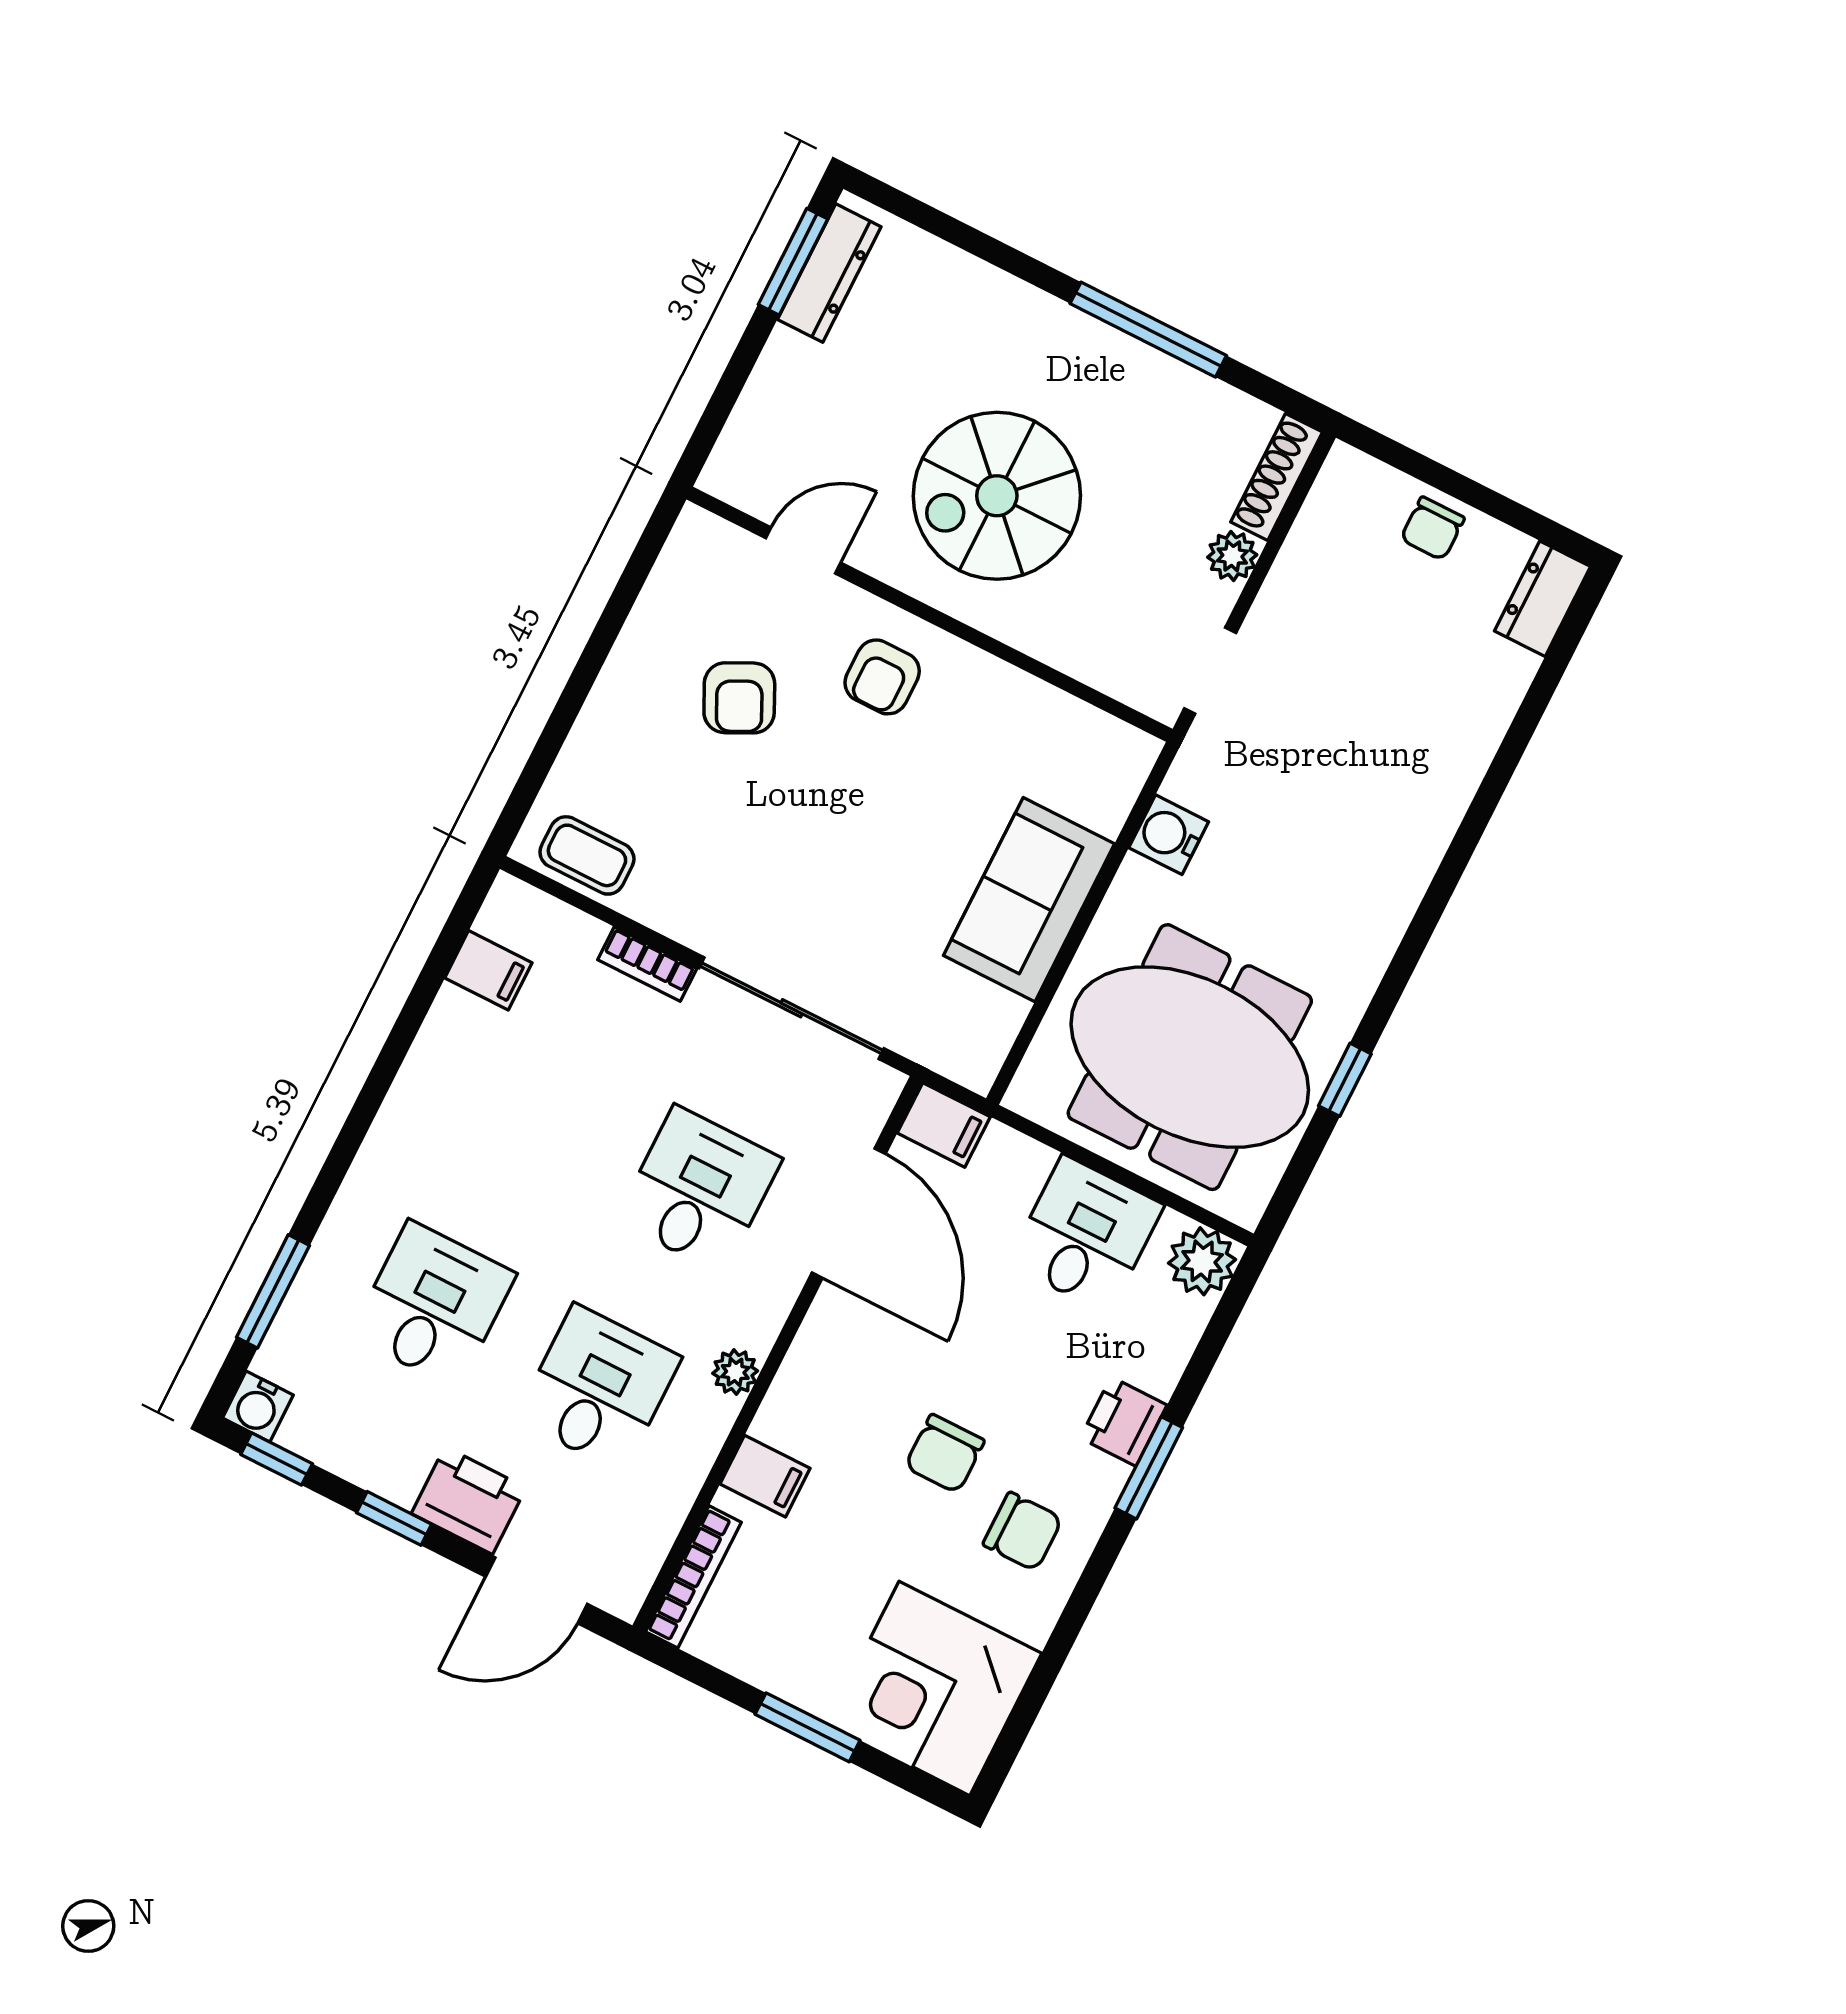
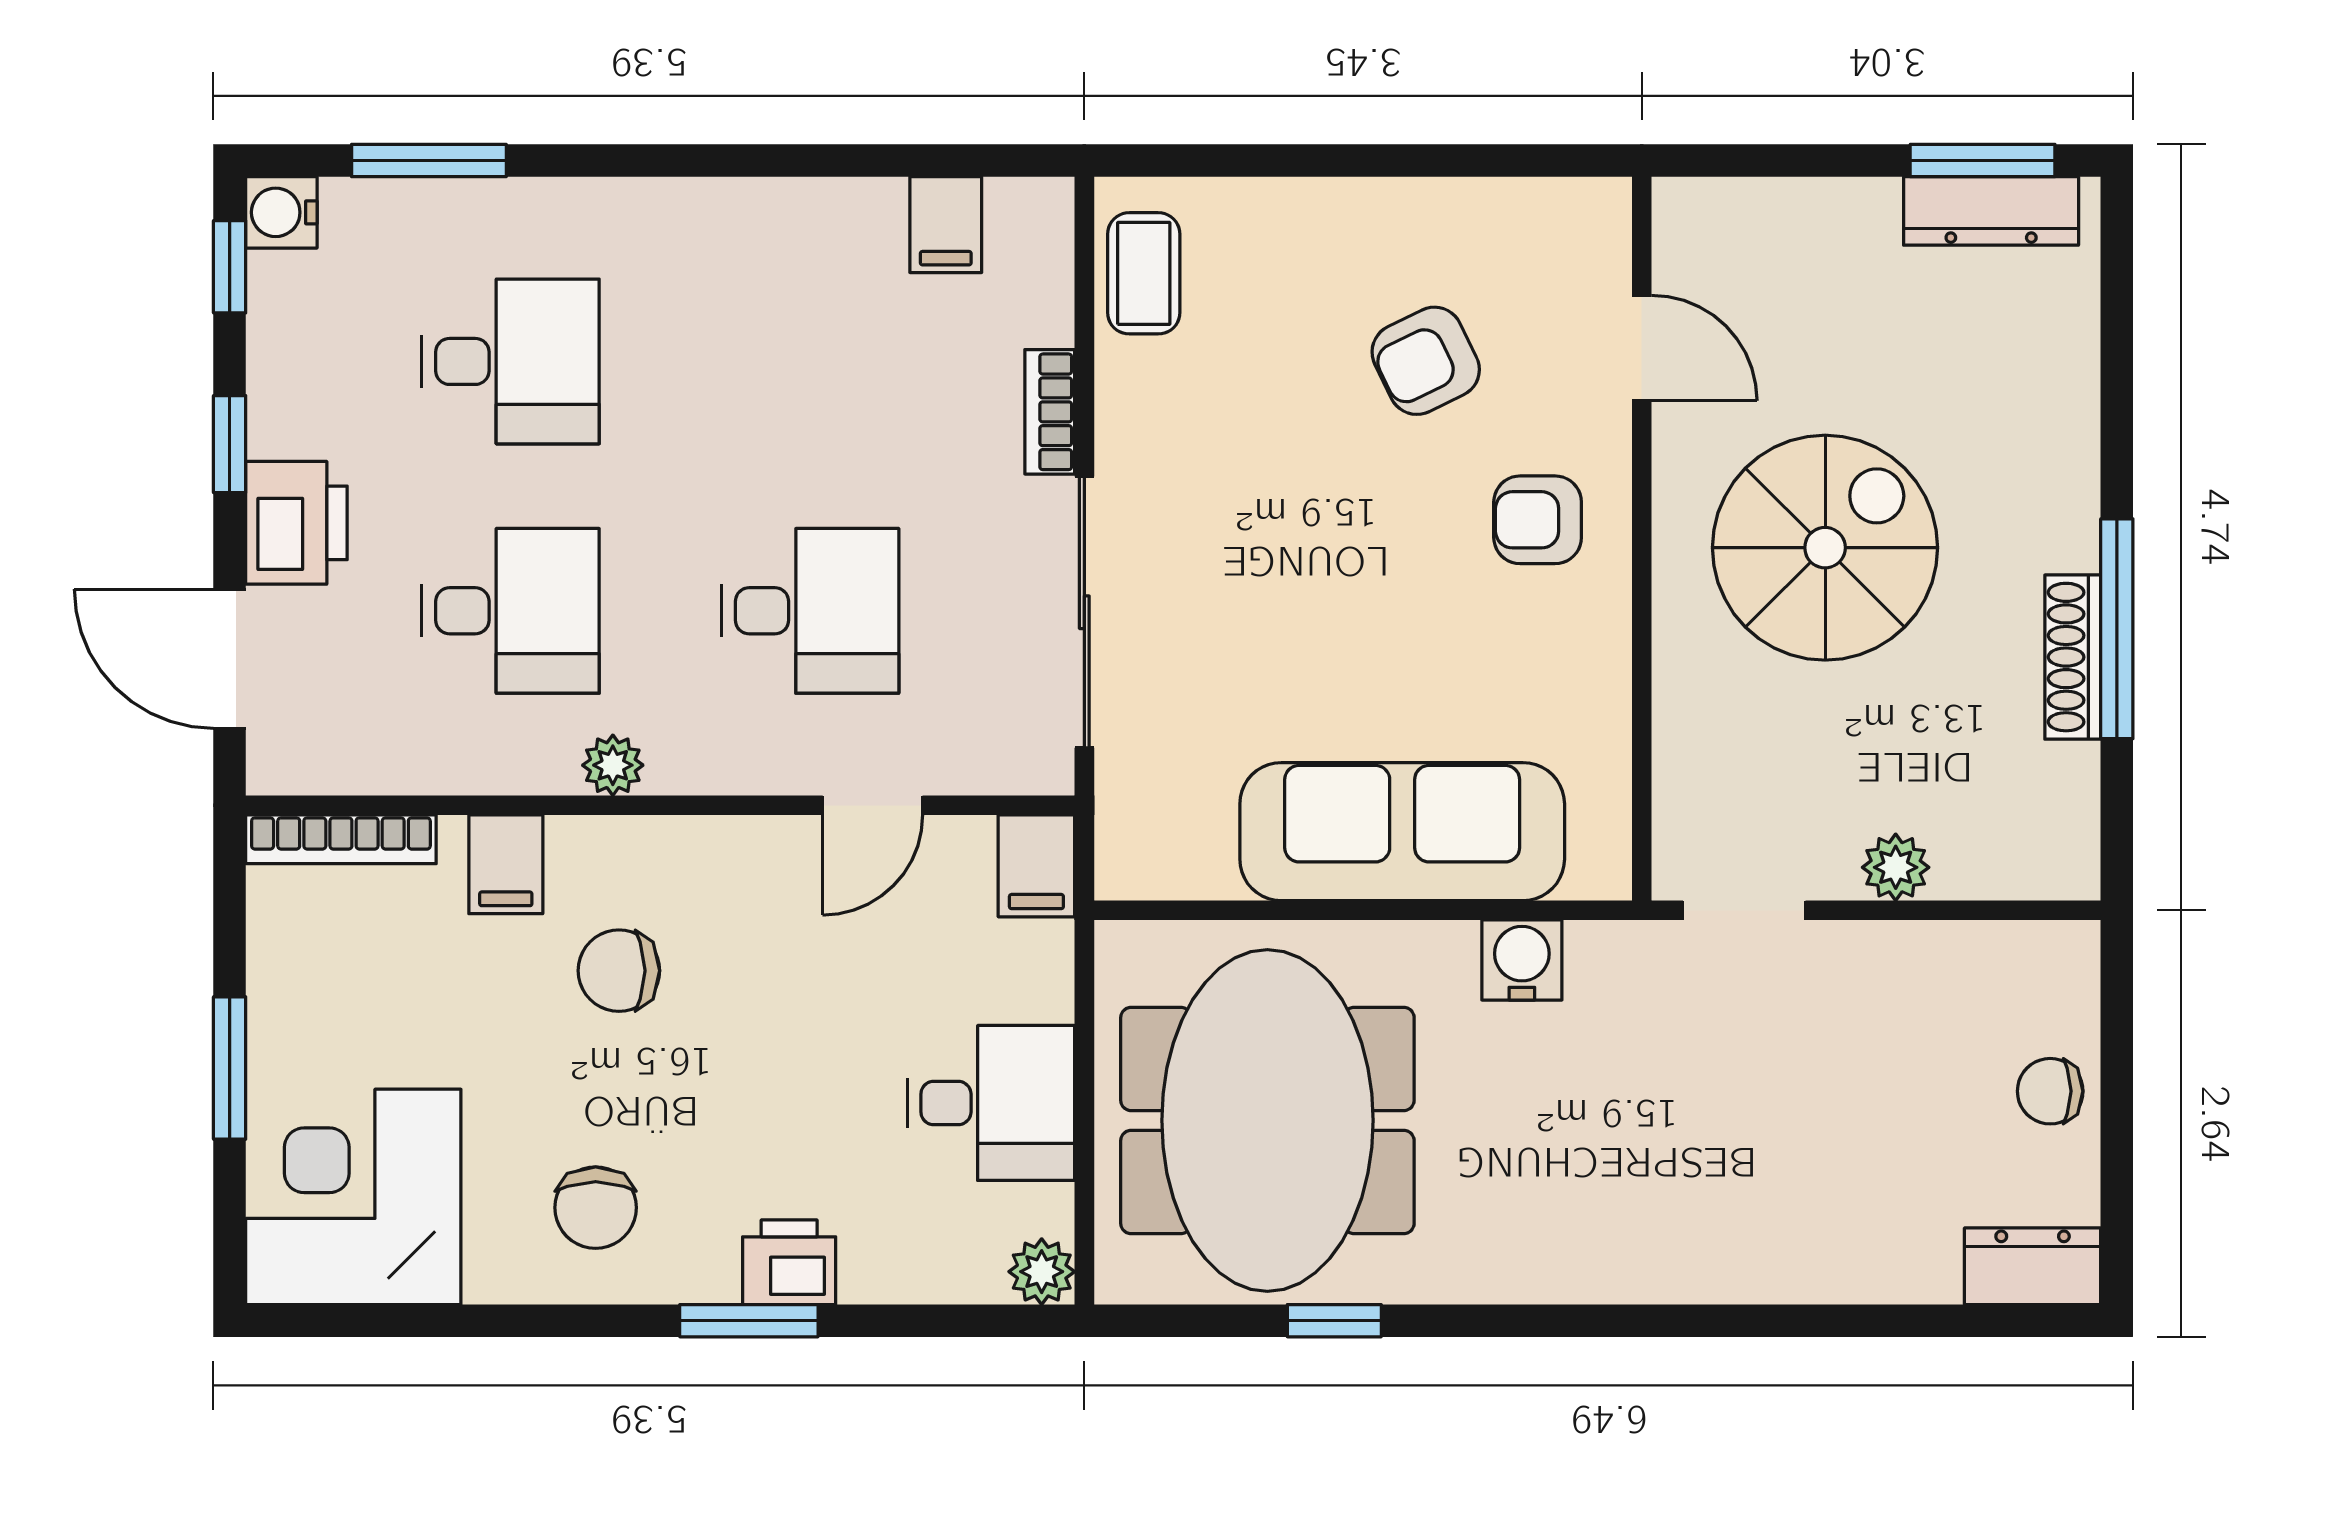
shoe rack: (1277, 477) -> (2073, 657), moved, turned -90
spiral stairs: (997, 496) -> (1825, 548), turned 90
sofa: (1029, 900) -> (1402, 832), width x1.36
door: (849, 1213) -> (873, 805), width x0.53
plant: (1202, 1261) -> (1042, 1272), width x0.73, depth x0.73
chair: (945, 1454) -> (619, 971), moved

